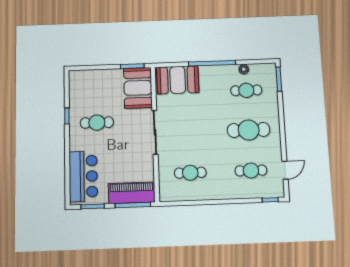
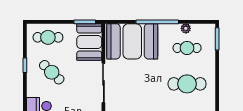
booth: (178, 80) -> (132, 41), width x1.36, depth x1.42
cafe table: (92, 84) -> (48, 37), added
cafe table: (97, 123) -> (52, 72), turned 44

